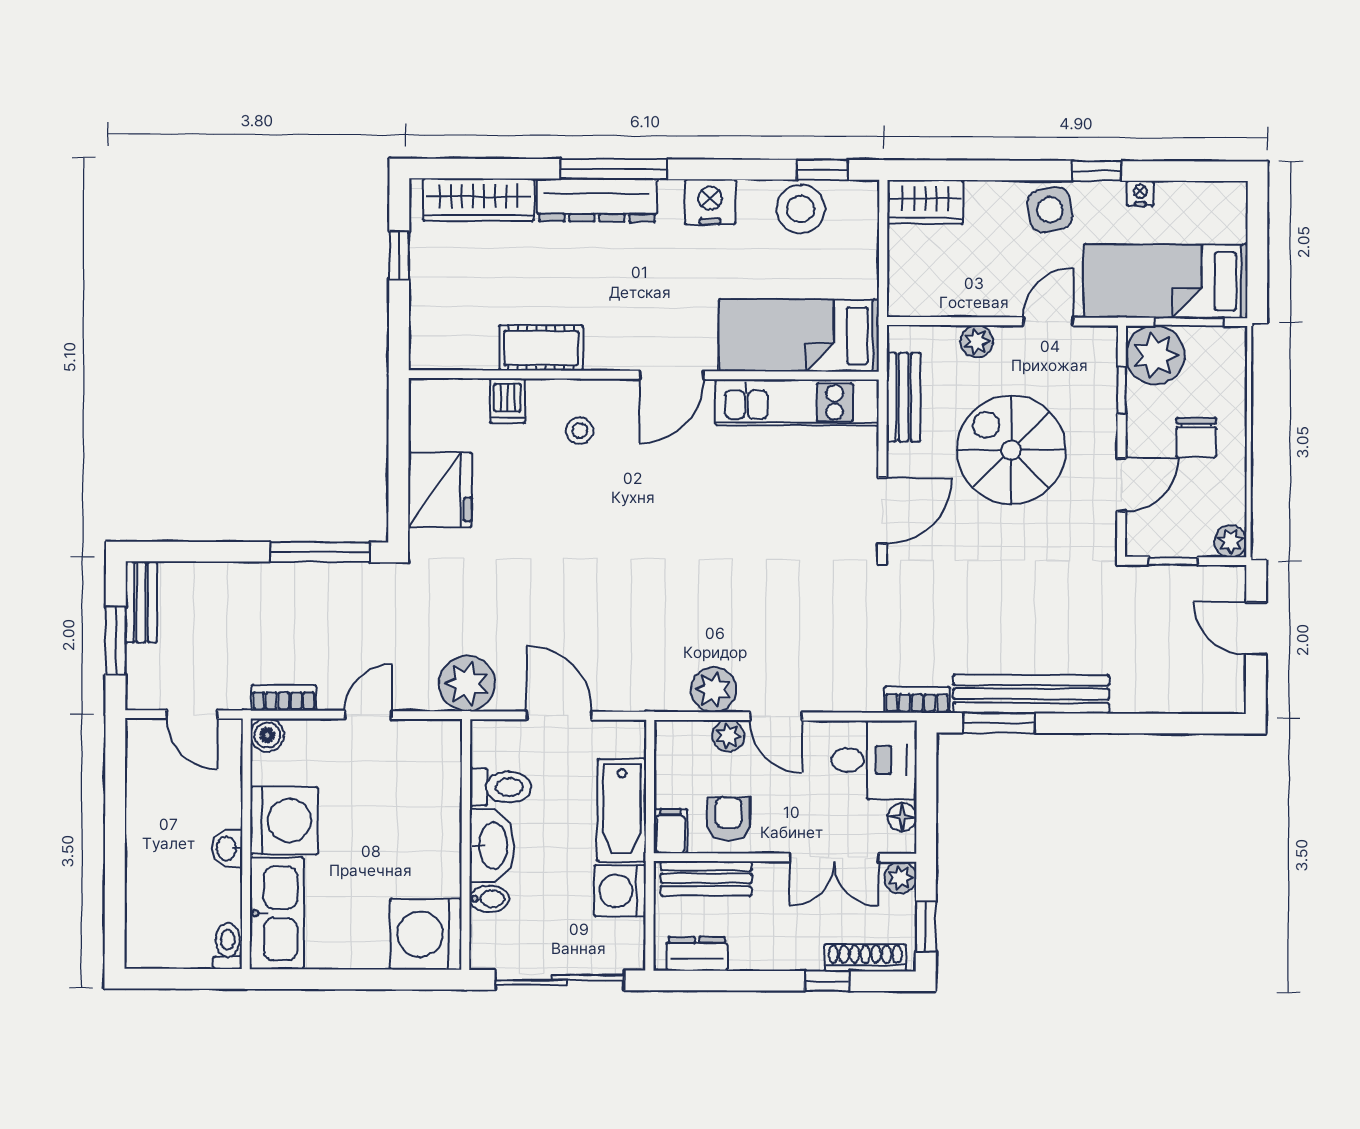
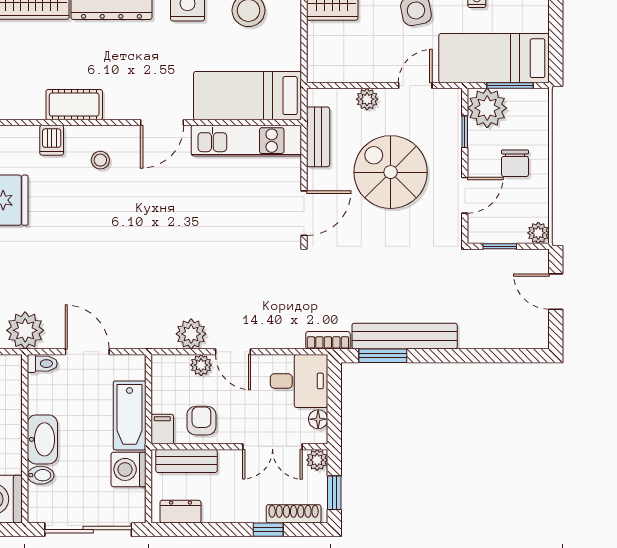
toilet: (501, 787) -> (42, 364), moved, width x0.73, depth x0.72

